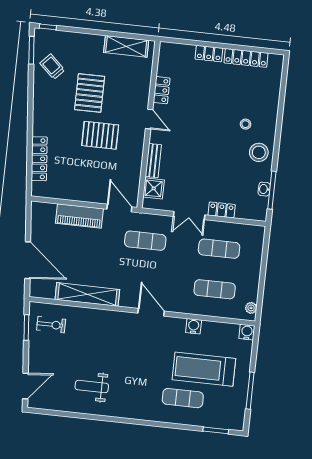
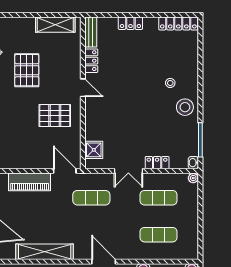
locker: (246, 58) -> (178, 23), moved
pallet: (100, 135) -> (55, 116), moved
bench: (153, 161) -> (91, 32), moved
washbasin: (264, 189) -> (193, 163), moved
plant: (251, 308) -> (193, 178), moved

